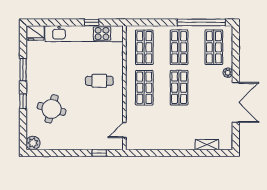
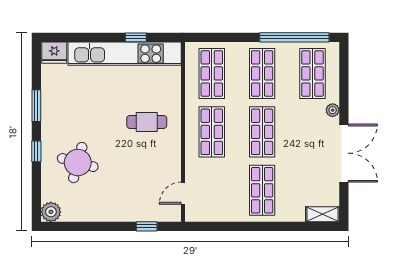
shop shelf: (179, 128) -> (262, 190), added
shelving: (207, 145) -> (323, 214), moved

